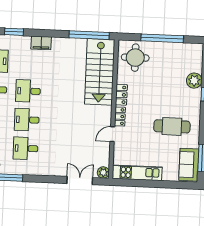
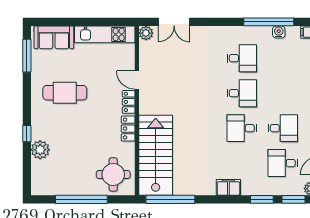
desk: (28, 91) -> (242, 128), turned 180
door: (112, 134) -> (137, 80), swing flipped
sofa: (189, 165) -> (54, 37), moved, turned 90

